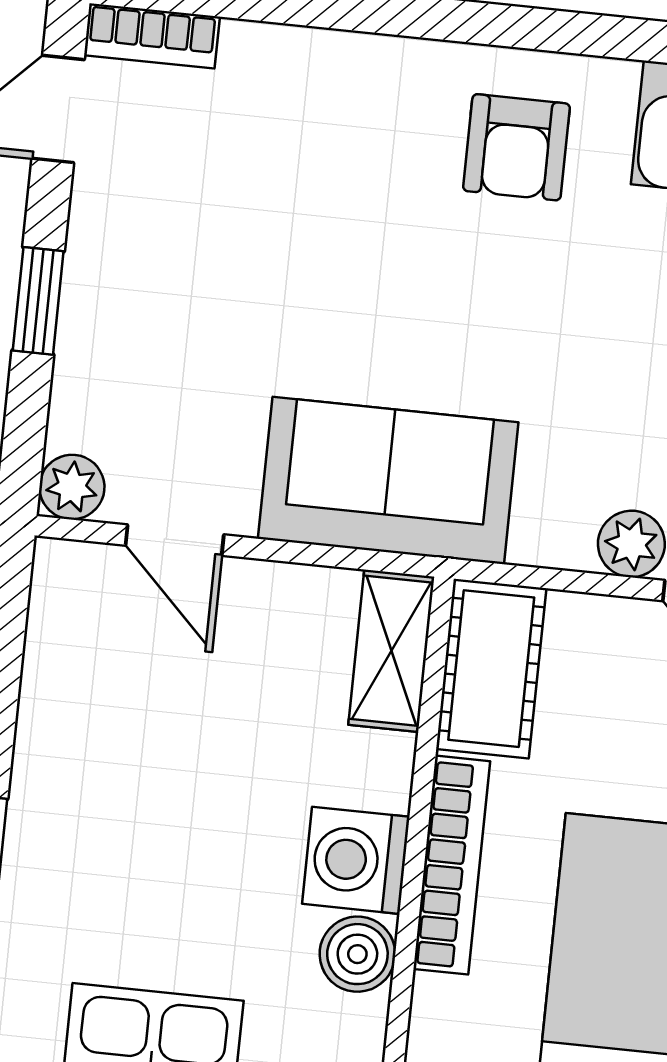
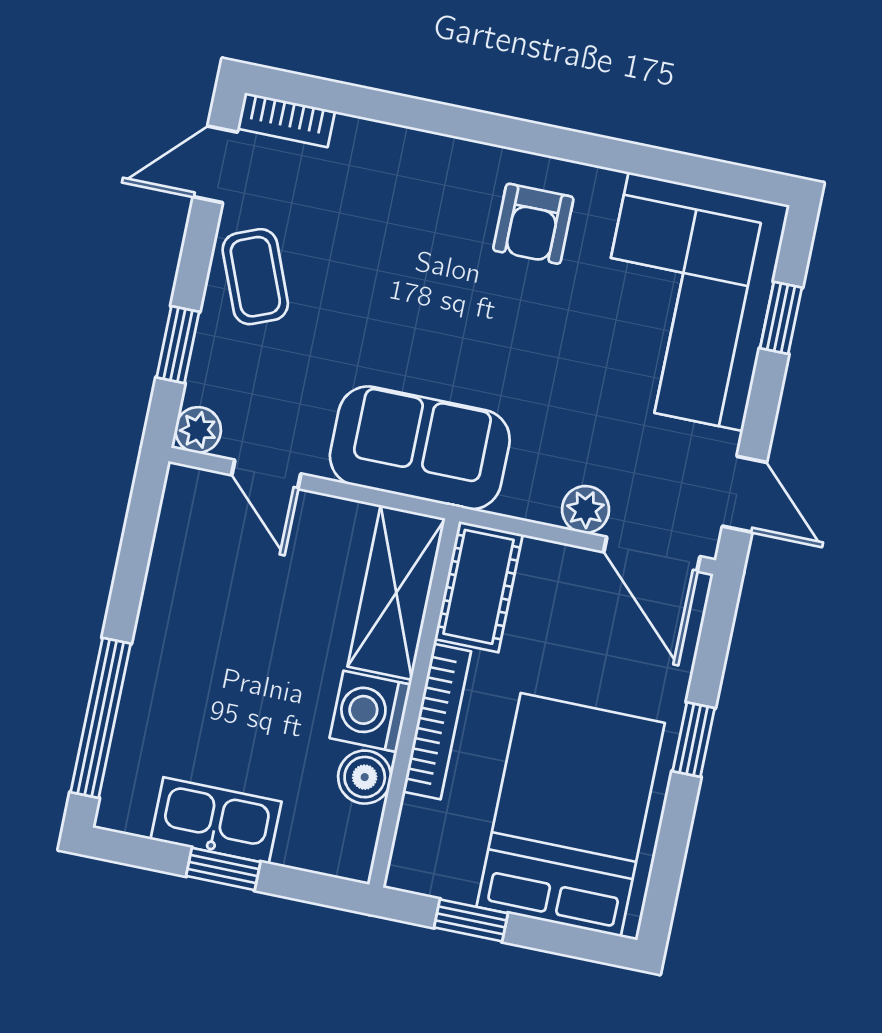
coffee table: (131, 262) -> (255, 277), added
window: (38, 301) -> (178, 345), moved
shelving: (391, 651) -> (396, 592), width x1.50, depth x1.33

